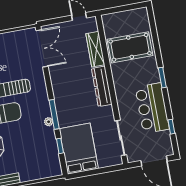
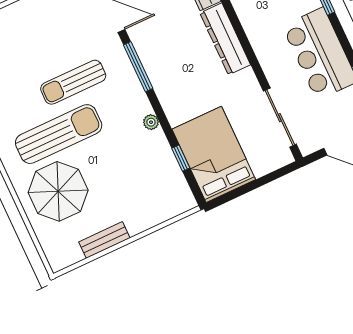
window: (54, 114) -> (138, 67), moved

